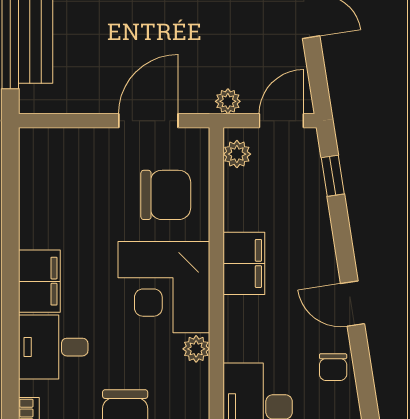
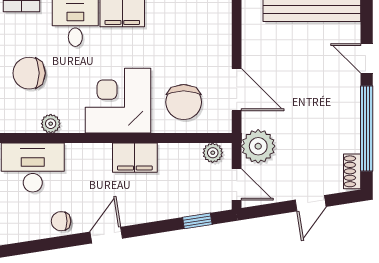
plant: (228, 101) -> (258, 146), width x1.88, depth x1.88
plant: (196, 349) -> (51, 124), moved

